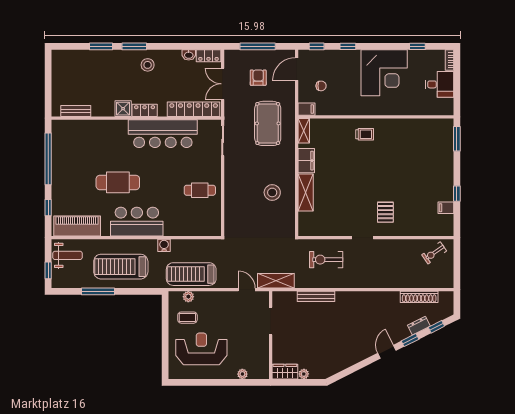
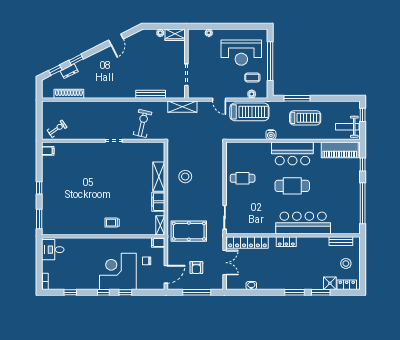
window: (317, 46) -> (103, 292), moved
locker: (209, 56) -> (347, 285), moved
stool: (148, 65) -> (346, 263), moved
corner desk: (384, 73) -> (118, 271), moved
desk: (440, 84) -> (53, 250), moved
shower: (123, 109) -> (330, 283), moved
pool table: (268, 123) -> (189, 231), turned 90
bar counter: (163, 134) -> (303, 223), moved
cafe table: (118, 182) -> (292, 186), moved
window: (457, 194) -> (39, 188), moved
filing cabinet: (446, 208) -> (48, 151), moved
pallet: (385, 212) -> (96, 161), removed
exercise bike: (326, 260) -> (143, 123), turned -77
treadmill: (121, 267) -> (305, 118), width x0.73, depth x0.73
door: (247, 290) -> (219, 100), moved
window: (98, 291) -> (297, 98), moved
window: (165, 338) -> (270, 61), added
door: (387, 352) -> (116, 40), moved

